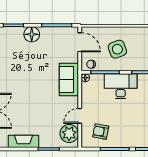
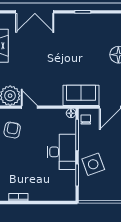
side table: (117, 49) -> (93, 164), moved
sofa: (69, 80) -> (81, 95), moved

